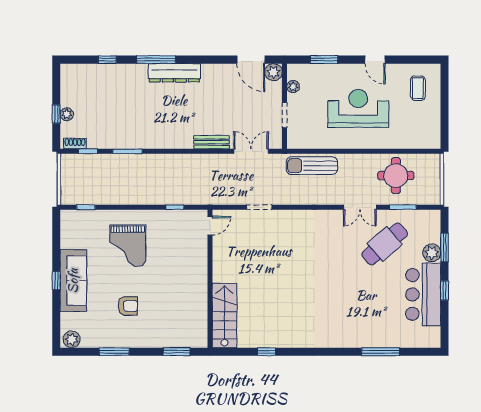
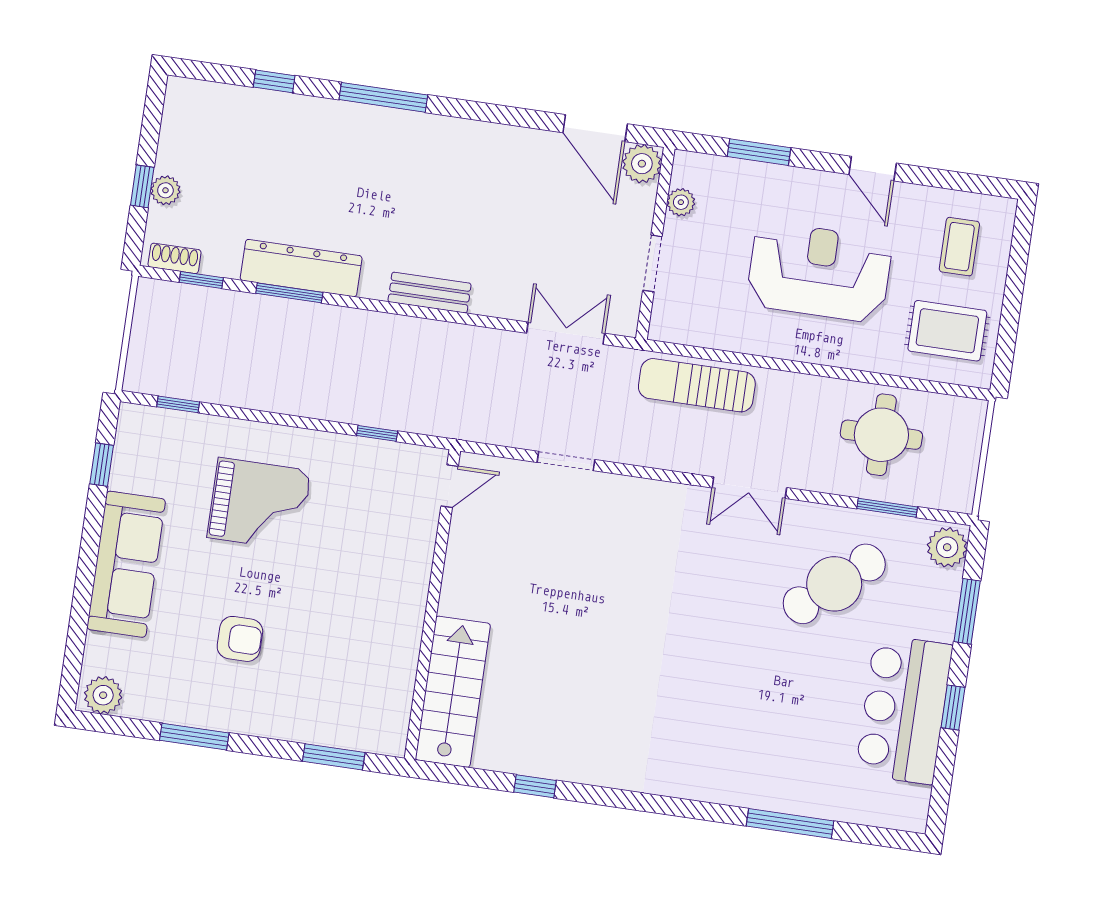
dresser: (174, 73) -> (301, 268), moved, turned 180
rug: (418, 126) -> (947, 331), added
bench: (212, 142) -> (430, 293), moved
double door: (360, 207) -> (749, 488), moved
grand piano: (128, 246) -> (259, 504), turned -90
plant: (432, 253) -> (947, 547), moved
window: (56, 281) -> (102, 465), moved

